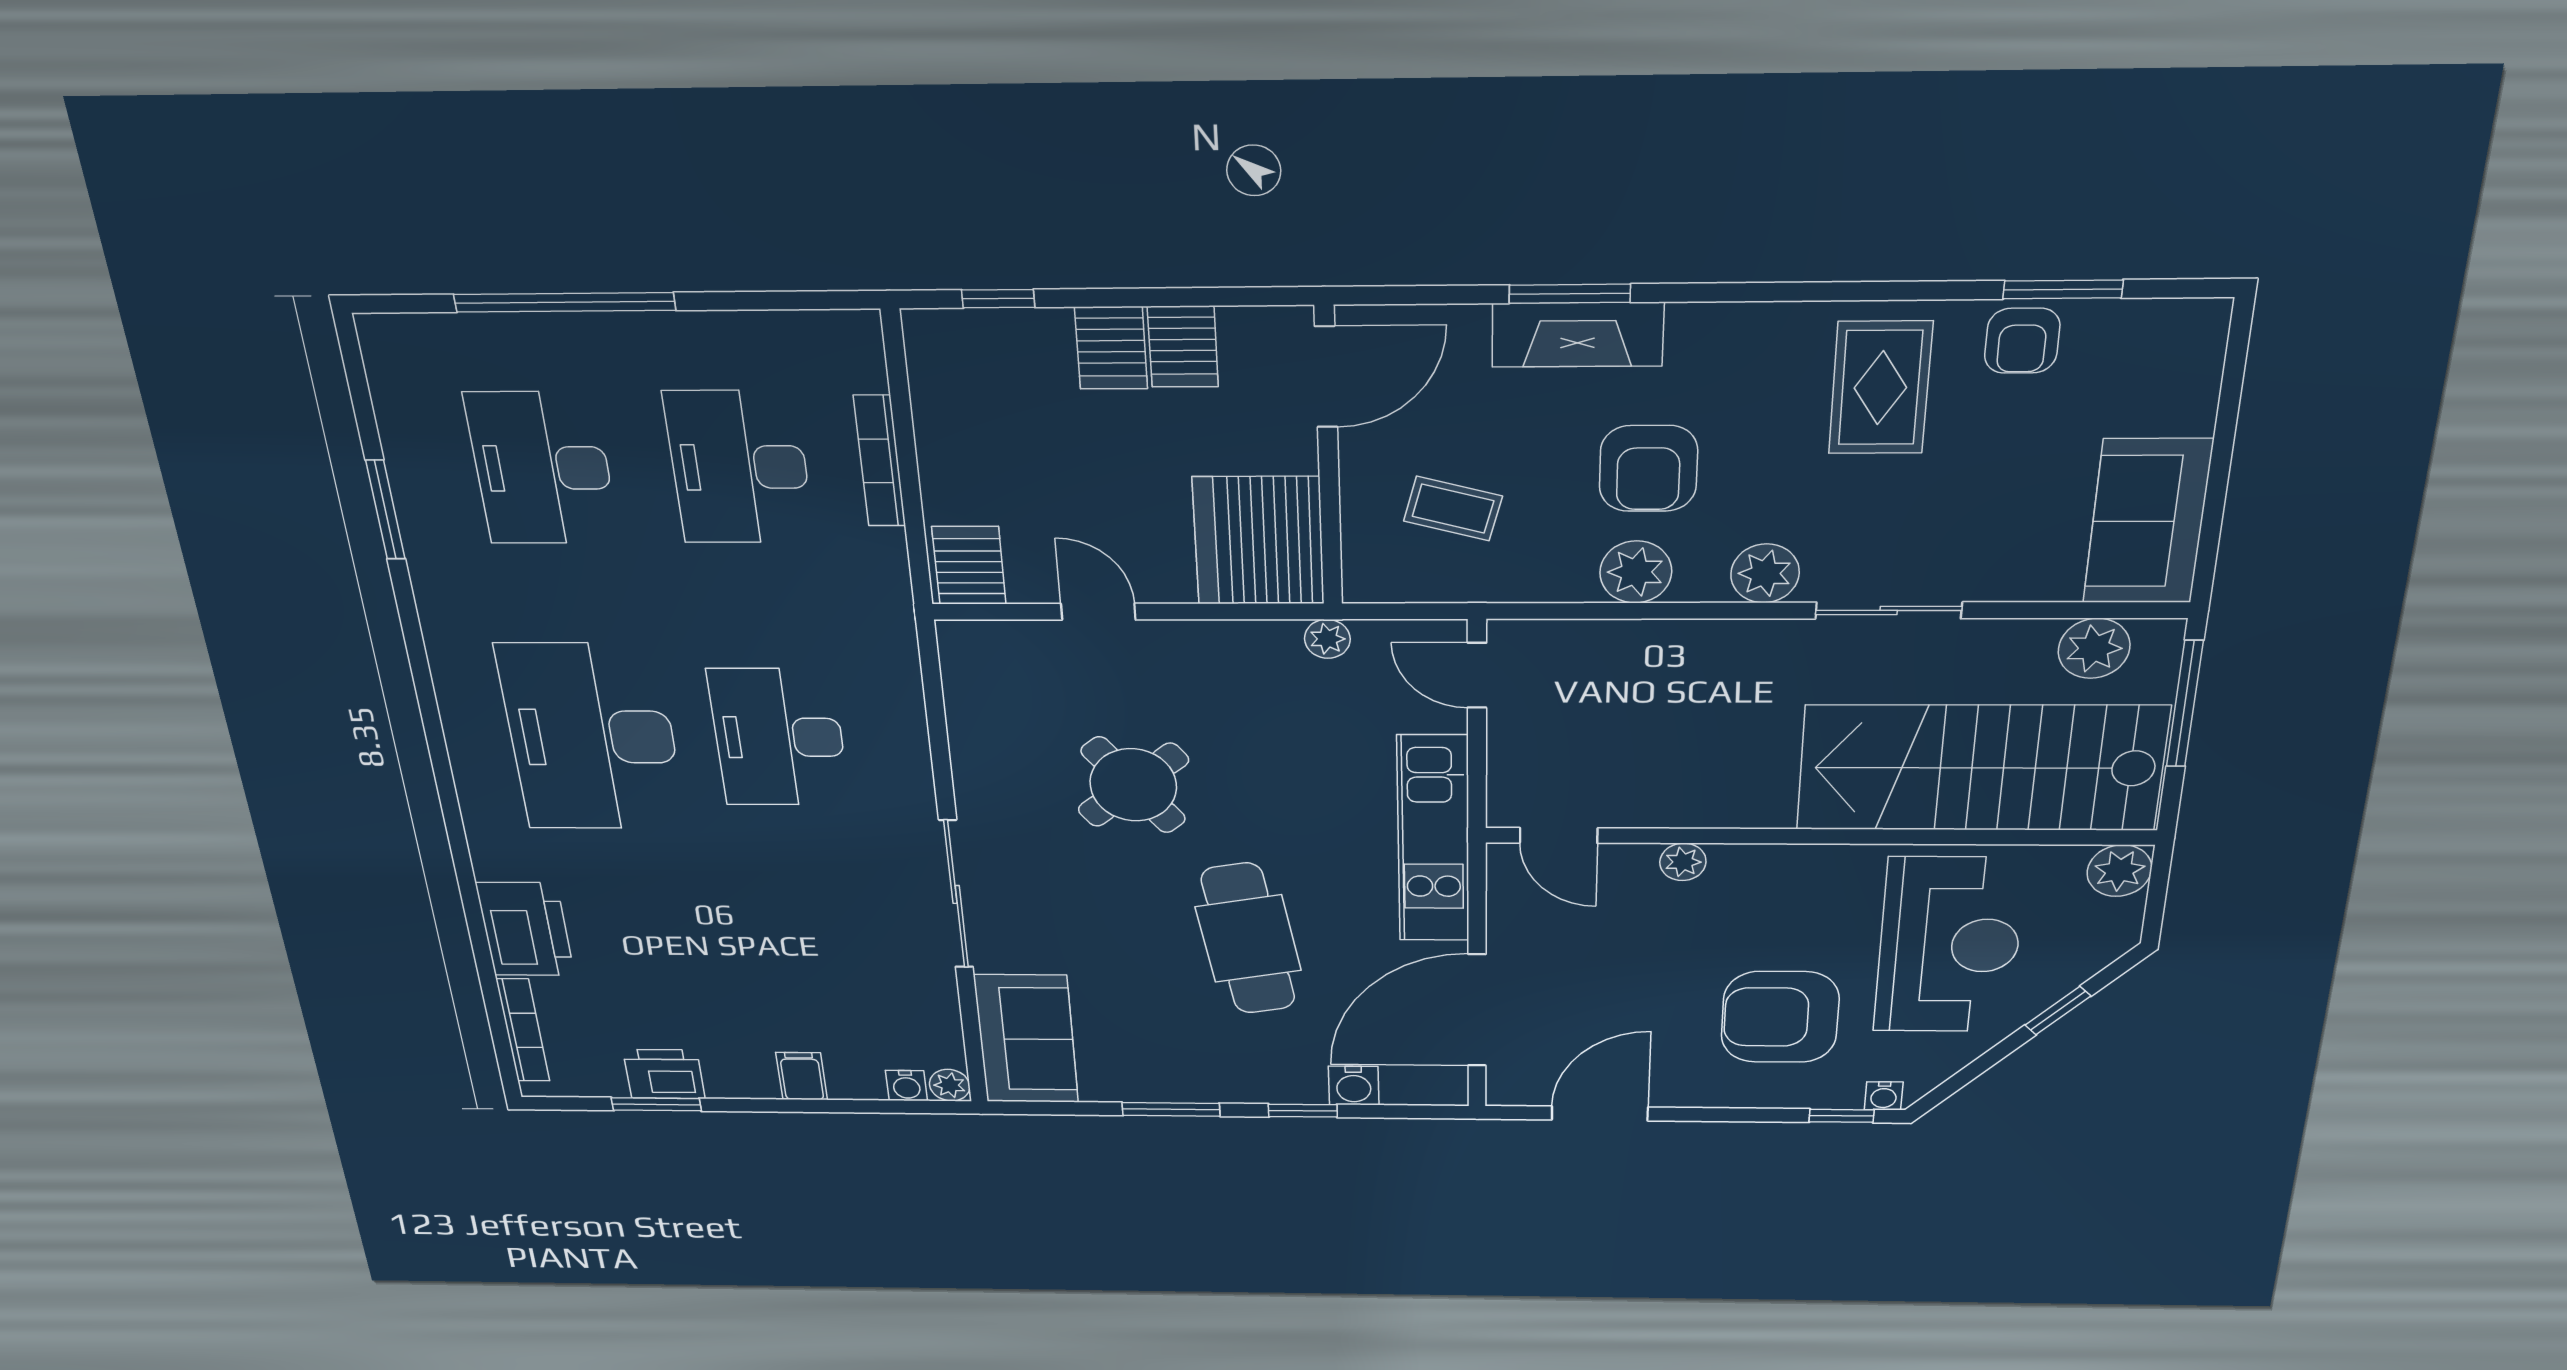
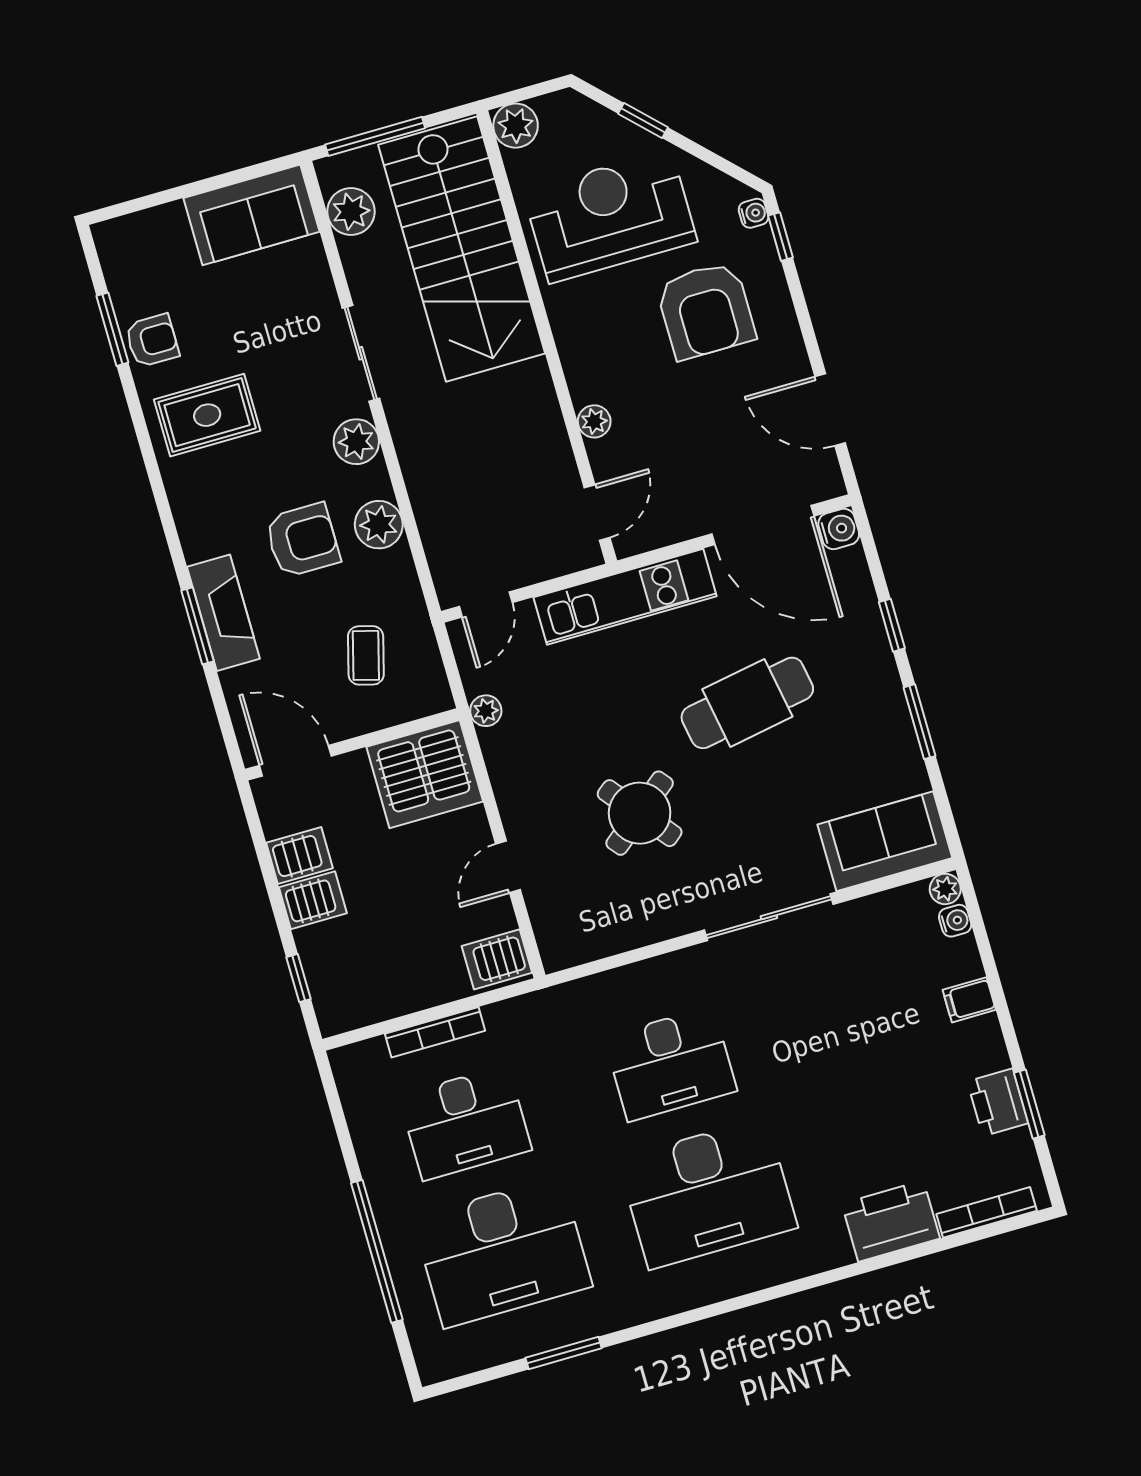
desk: (542, 468) -> (502, 1252), width x1.36, depth x1.30
water cooler: (1354, 1086) -> (839, 529), moved

